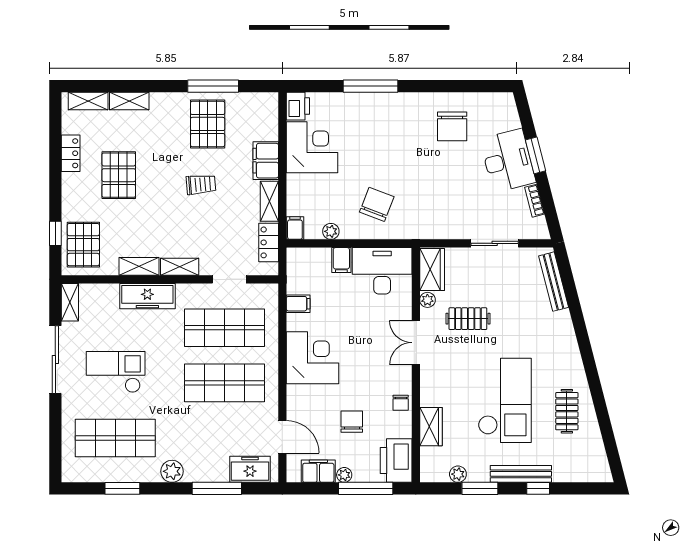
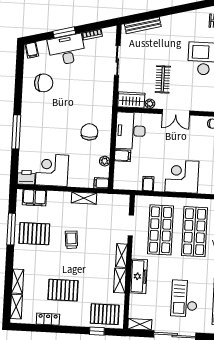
filing cabinet: (504, 104) -> (32, 50), added
filing cabinet: (266, 161) -> (34, 198), moved
chair: (377, 204) -> (89, 132), turned 69
locker: (269, 242) -> (109, 200), removed

